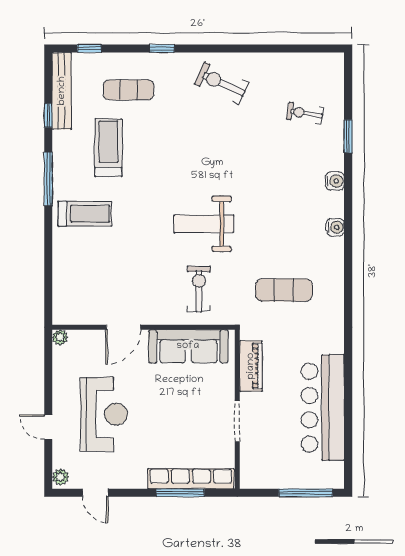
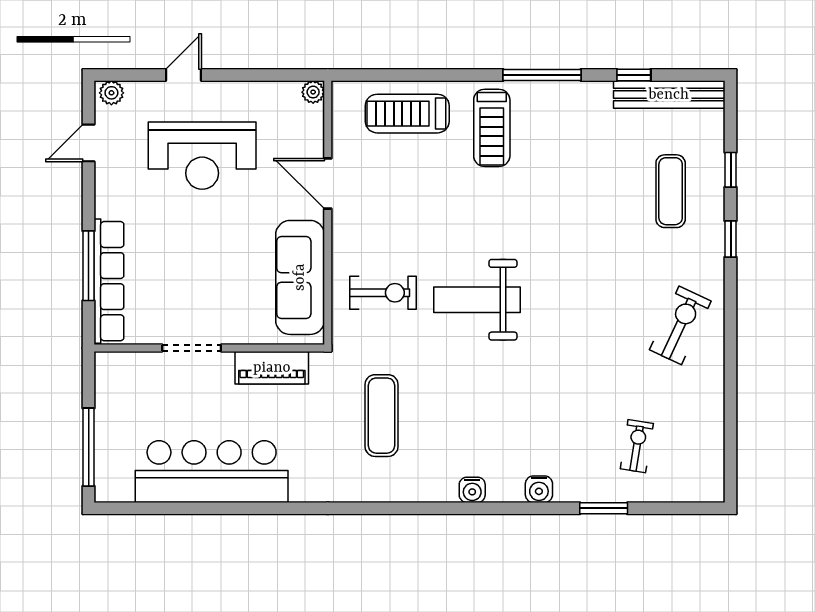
window: (89, 48) -> (731, 170), moved
treadmill: (108, 148) -> (407, 114), moved, turned 180
weight bench: (204, 224) -> (477, 300), turned -90

